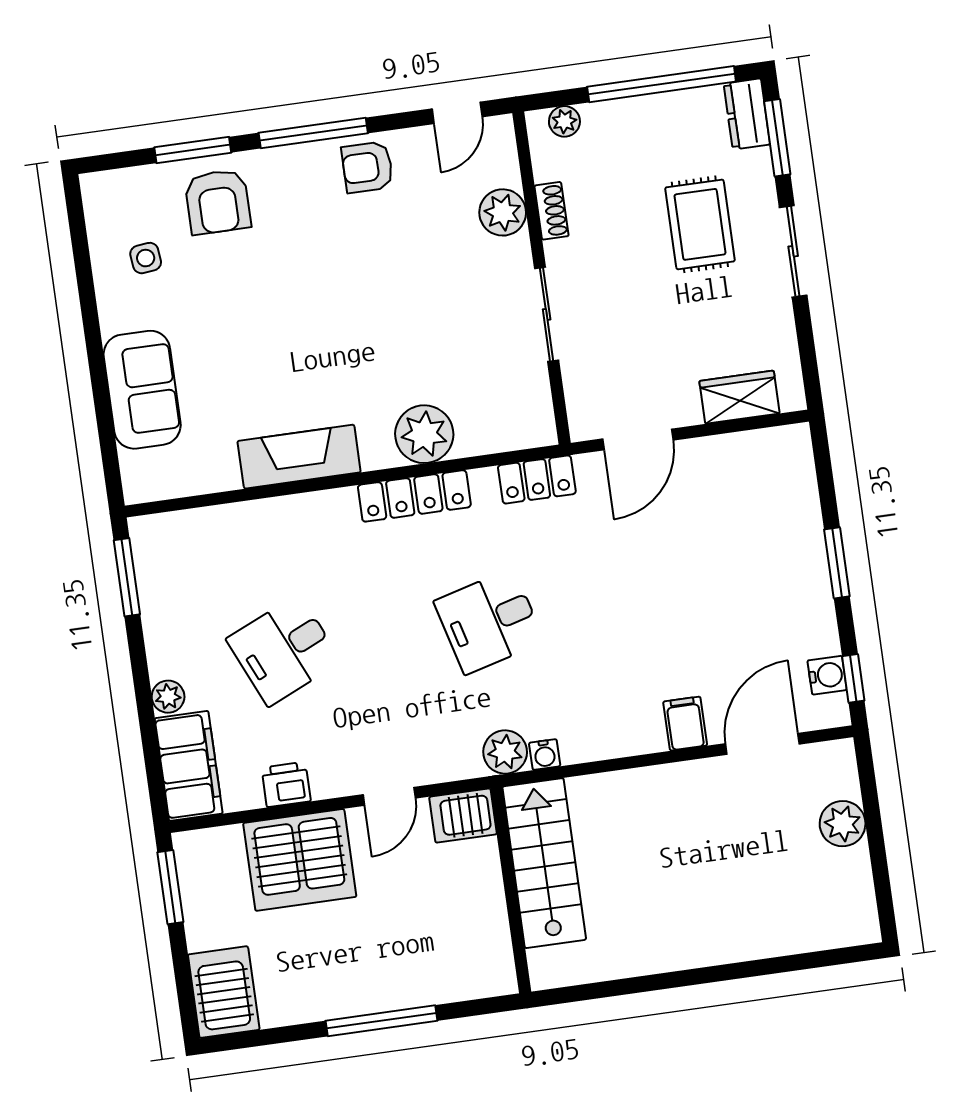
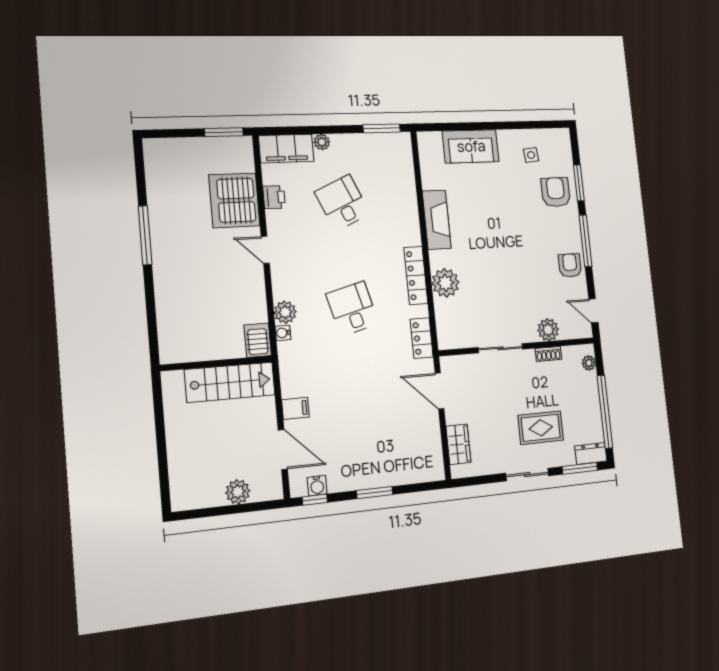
armchair: (218, 202) -> (556, 192), turned 90
server rack: (463, 816) -> (258, 340), moved
stairs: (544, 863) -> (230, 382), moved
wall: (511, 890) -> (217, 363), moved
server rack: (224, 992) -> (166, 154), removed

